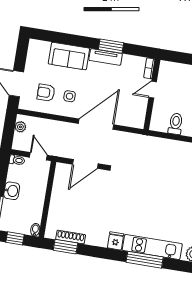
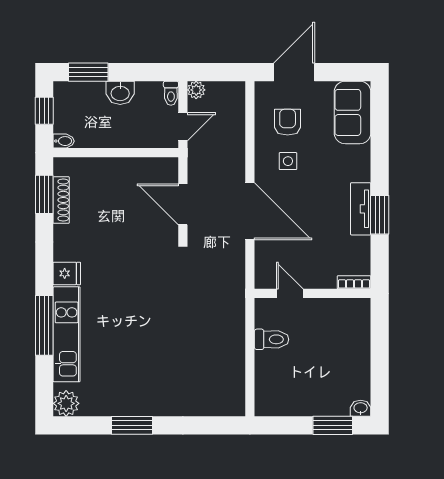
sofa: (69, 56) -> (353, 112), moved
door: (153, 90) -> (290, 293), moved
plant: (20, 127) -> (196, 90), moved

